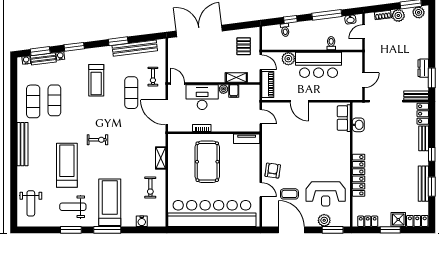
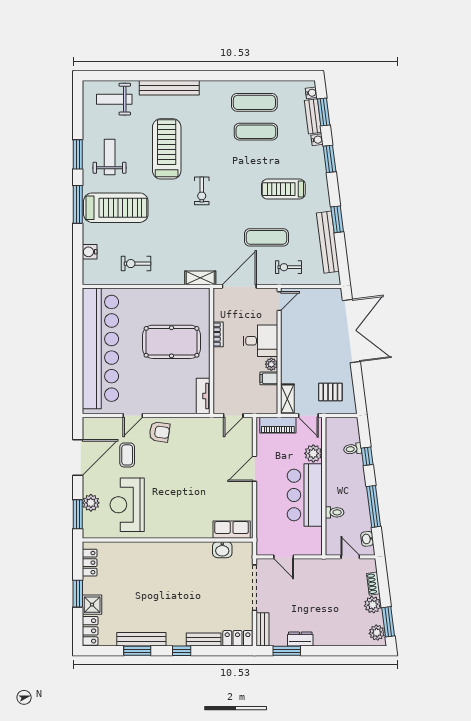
door: (261, 62) -> (308, 415), hinge flipped
shelving: (236, 77) -> (287, 399), moved
desk: (202, 97) -> (260, 341), width x0.73
bench: (22, 144) -> (169, 88), moved
shelving: (161, 158) -> (200, 278), moved
treadmill: (67, 165) -> (167, 149), turned -90
locker: (359, 175) -> (153, 550), removed

